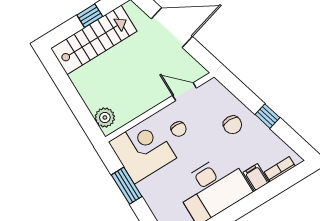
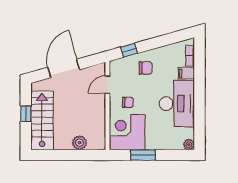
window: (267, 116) -> (129, 50), moved
plant: (105, 117) -> (79, 143), moved

